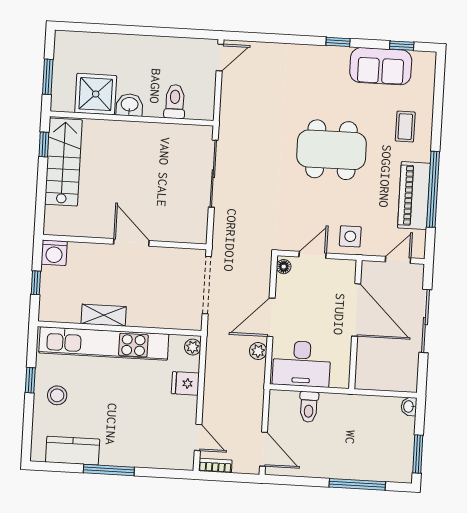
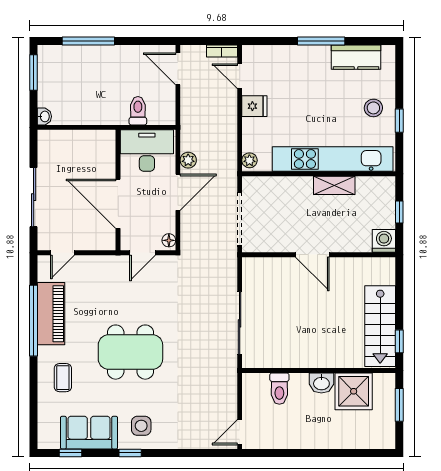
side table: (350, 236) -> (141, 426), moved
door: (356, 310) -> (118, 204), moved
wall: (355, 325) -> (118, 190), moved
fridge: (185, 383) -> (254, 106), moved

